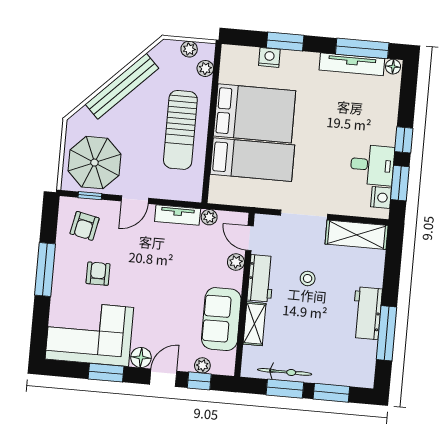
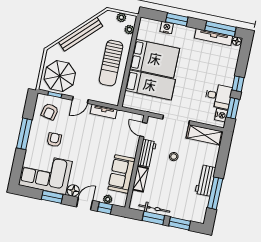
plant: (209, 217) -> (122, 115), removed
plant: (236, 262) -> (134, 142), removed

